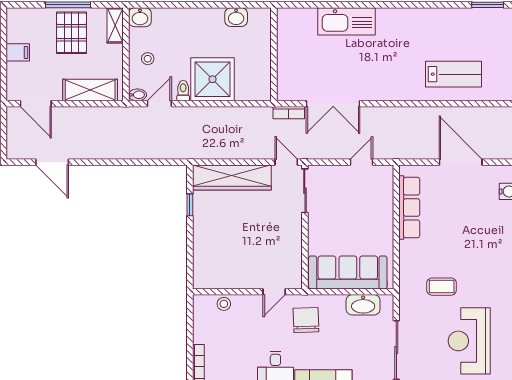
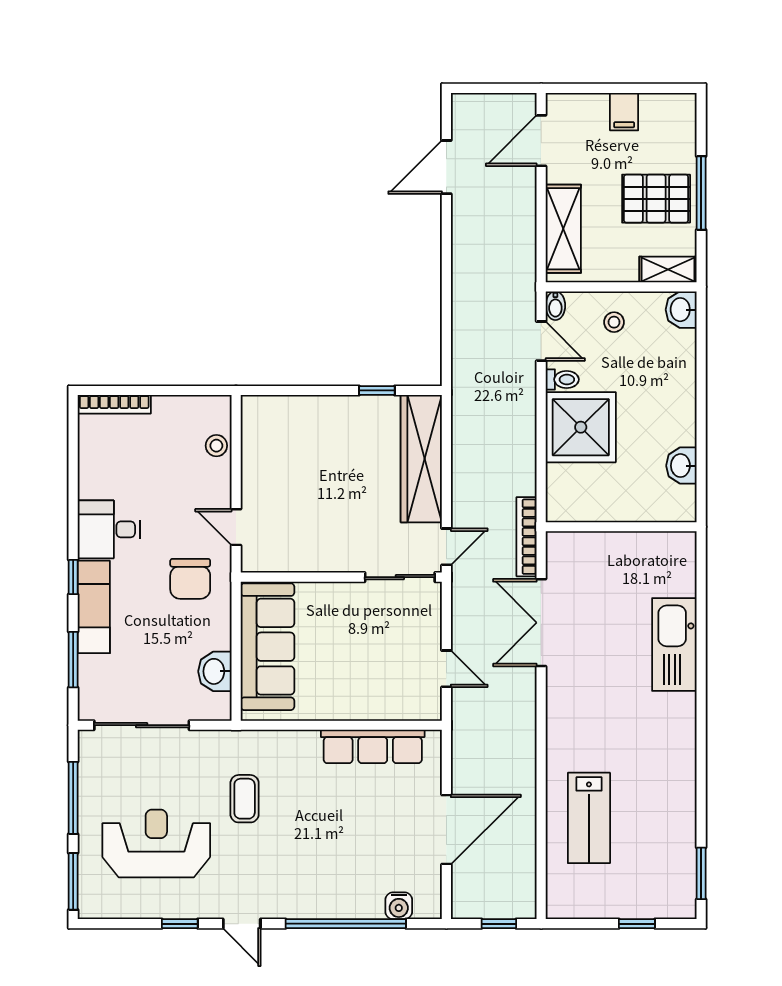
bookcase: (289, 113) -> (527, 537), width x1.56
washbasin: (363, 305) -> (215, 671), width x0.72
chair: (306, 320) -> (190, 579), turned 92

